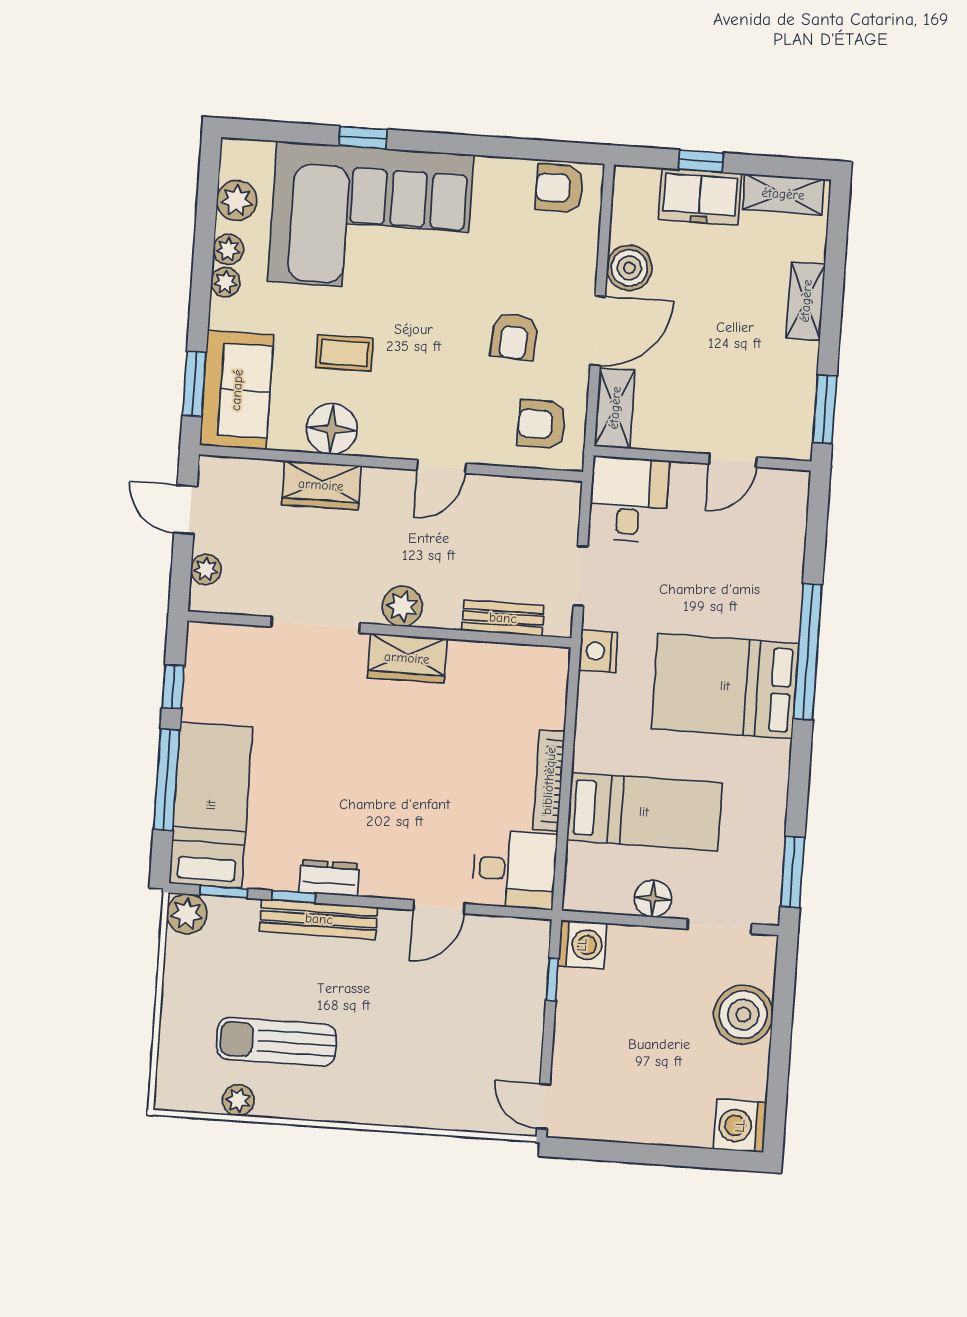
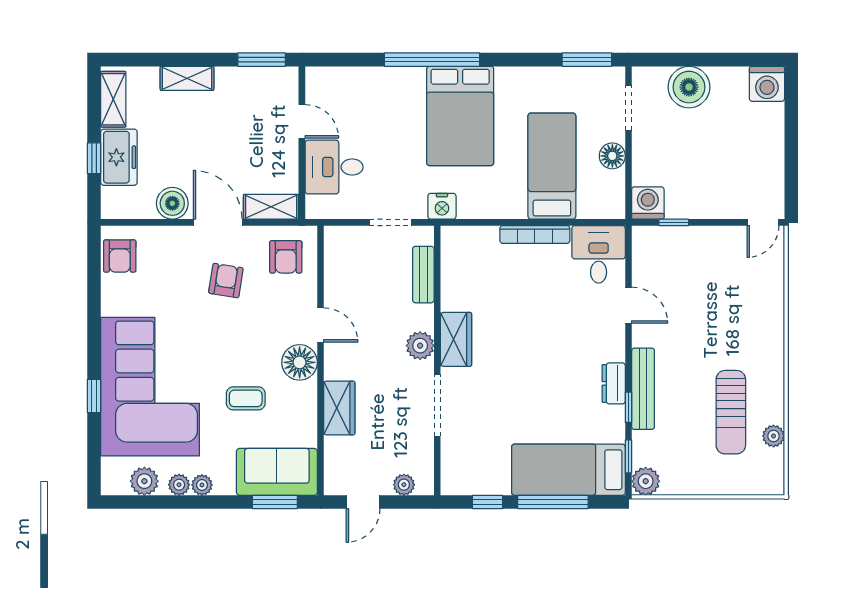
armchair: (514, 336) -> (226, 280), turned -85
coffee table: (344, 353) -> (246, 398), turned 90
floor lamp: (332, 429) -> (300, 362), moved
desk: (629, 499) -> (334, 167), moved

